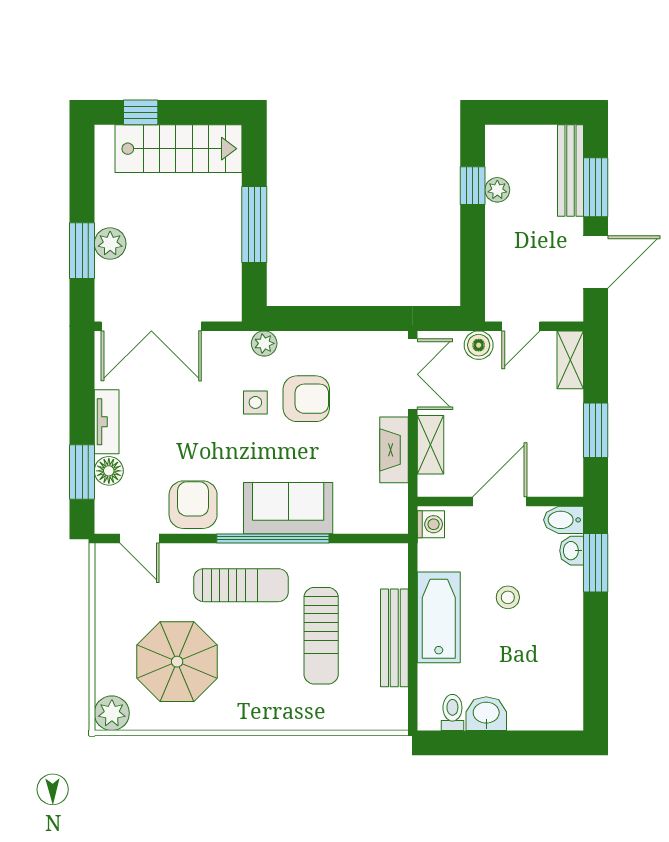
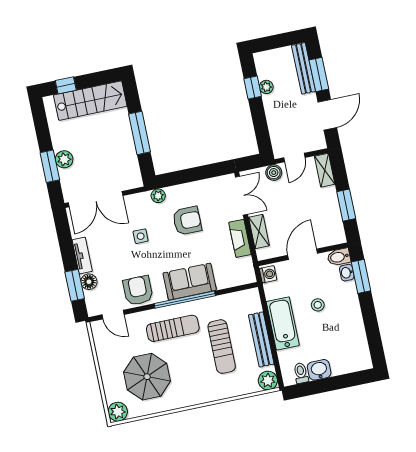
side table: (255, 402) -> (141, 236), moved
plant: (391, 713) -> (268, 380), added

